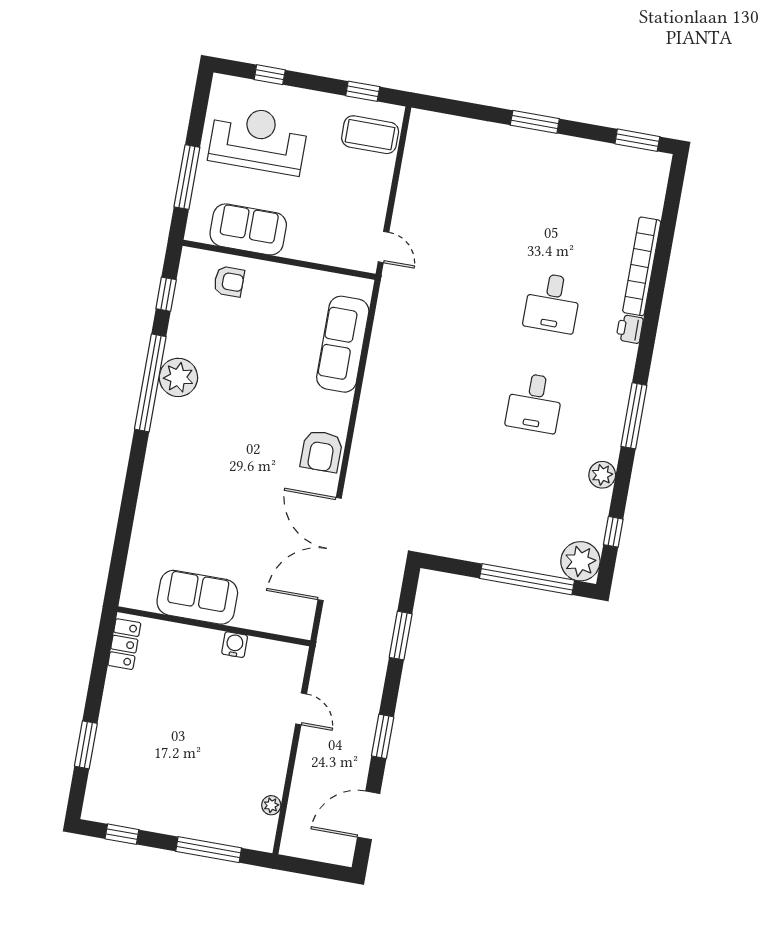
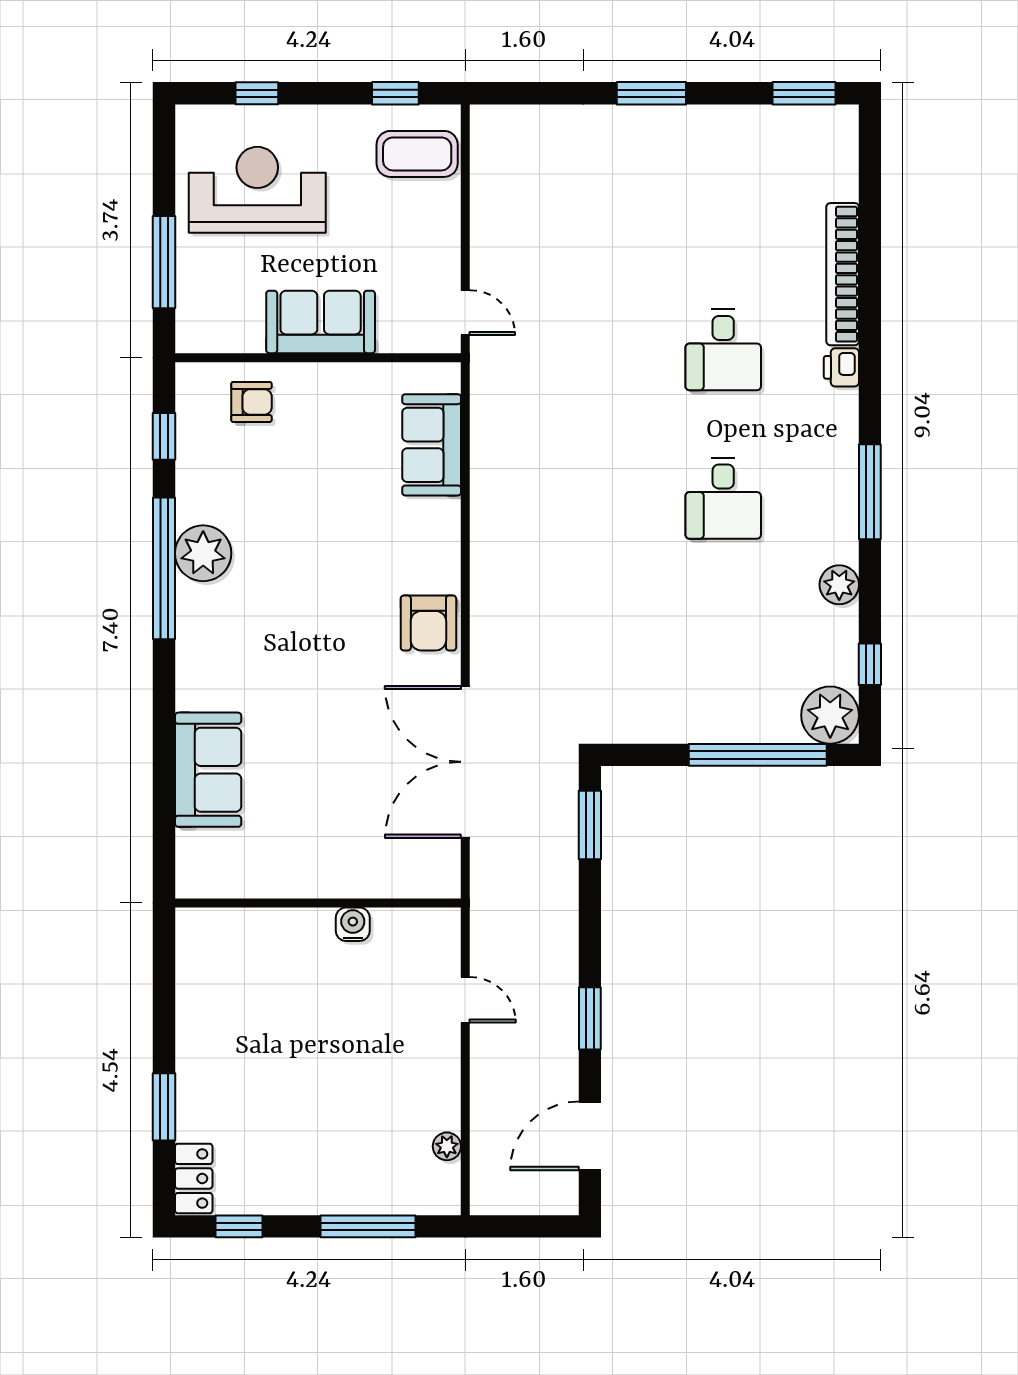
sofa: (248, 229) -> (321, 322), moved
sofa: (343, 344) -> (432, 445), width x0.73
sofa: (197, 597) -> (208, 770), moved, turned 90
window: (401, 636) -> (590, 825), moved
locker: (124, 644) -> (194, 1178), moved

